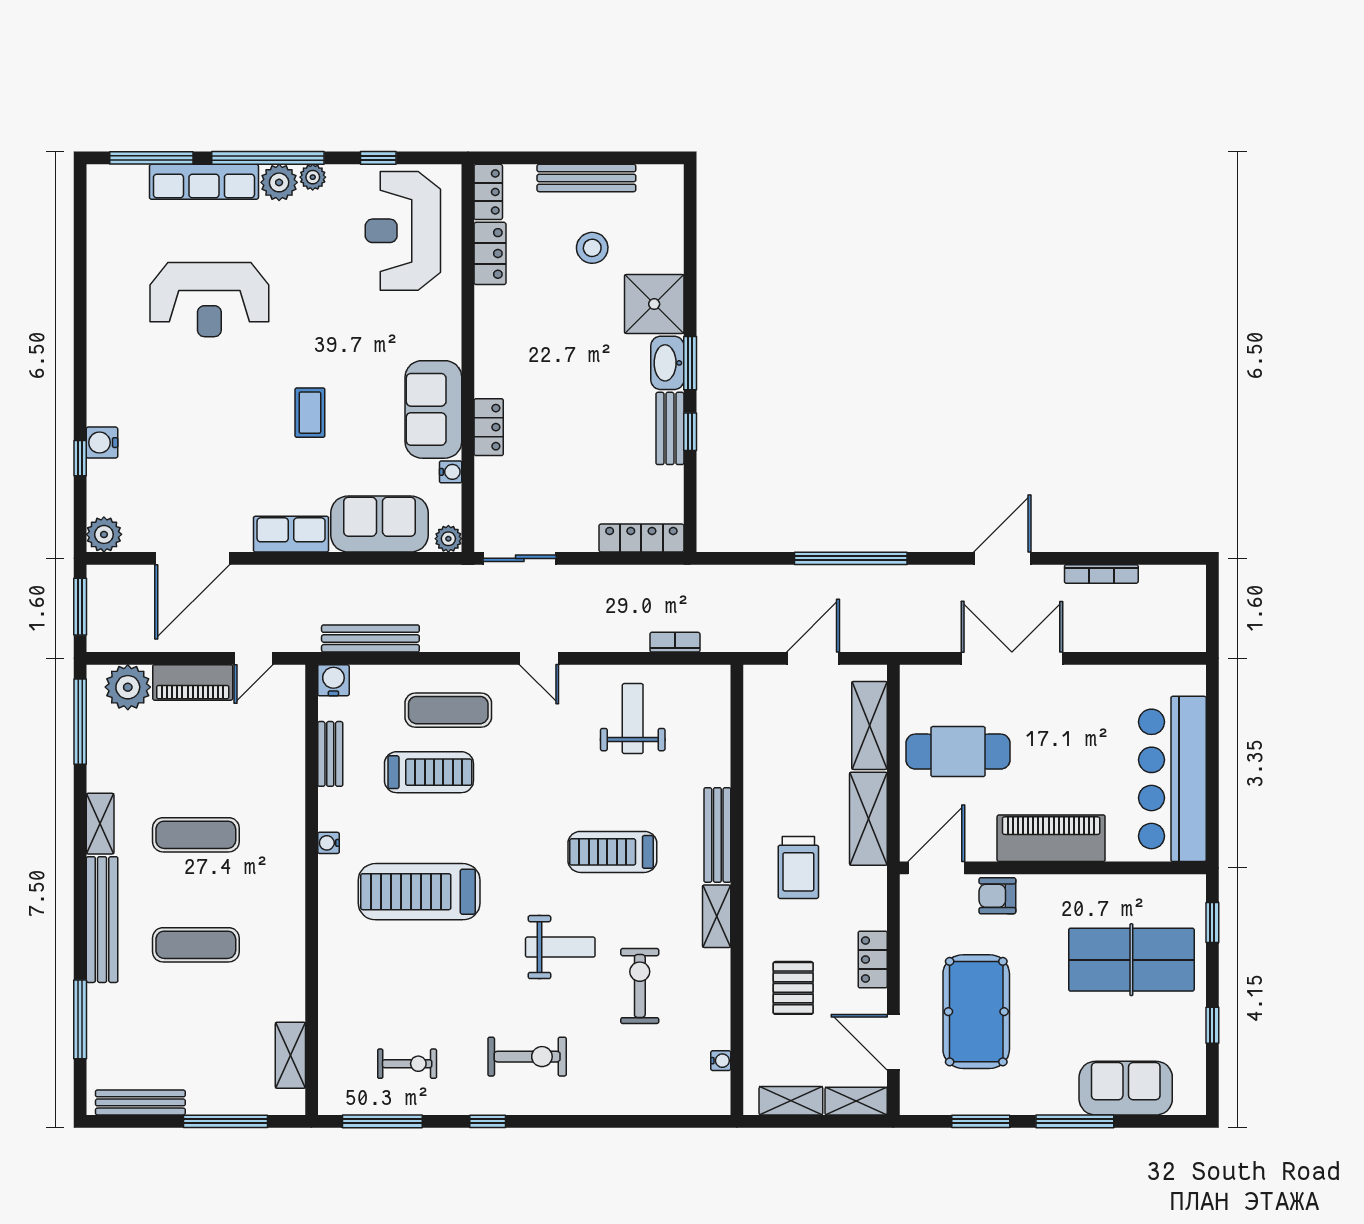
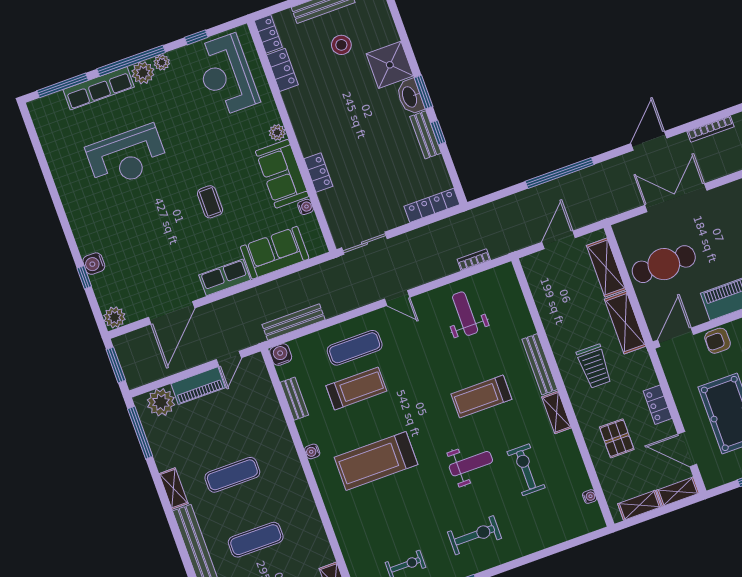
plant: (448, 539) -> (277, 132), moved

